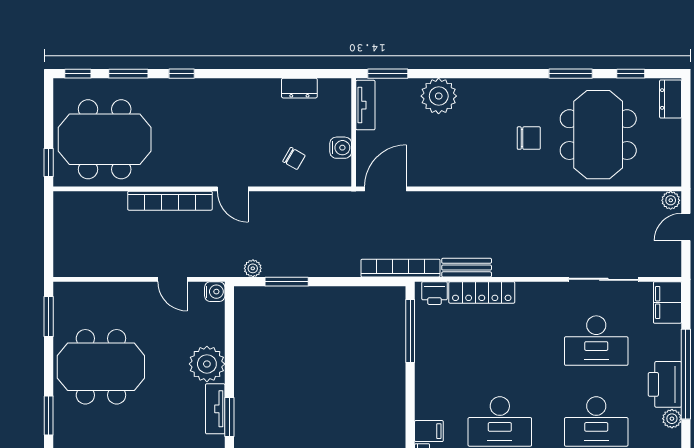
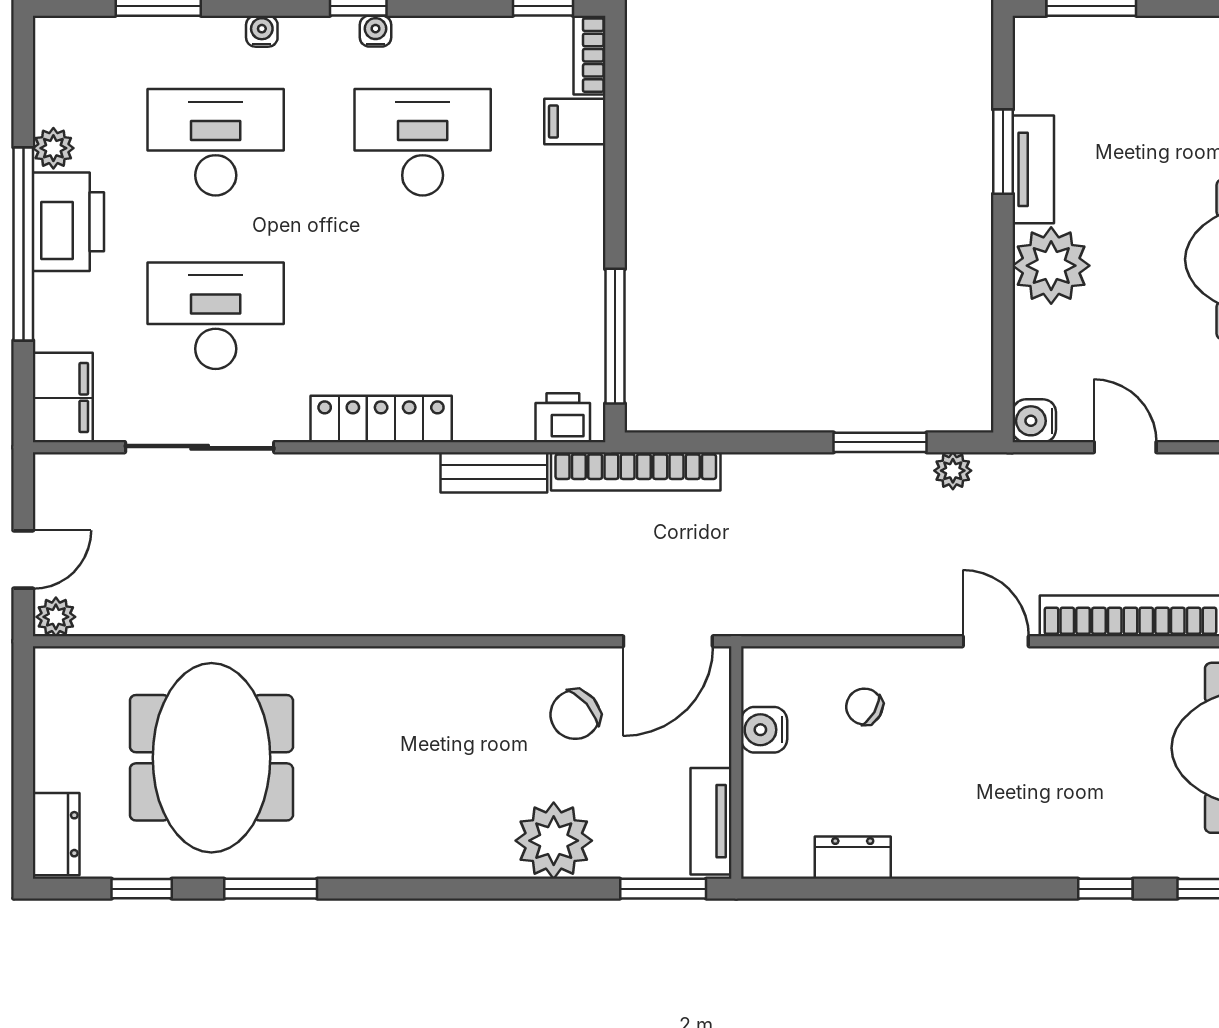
chair: (529, 138) -> (575, 715), moved, turned -41
locker: (482, 292) -> (381, 419), moved

